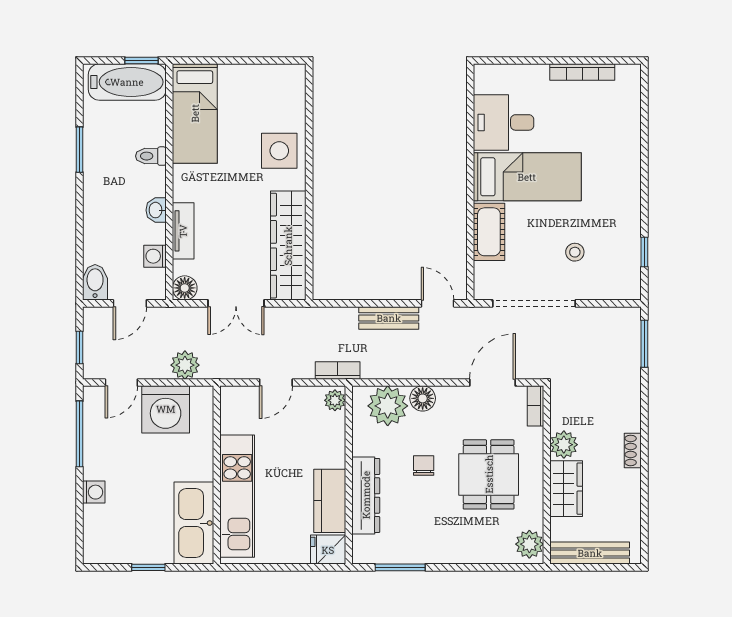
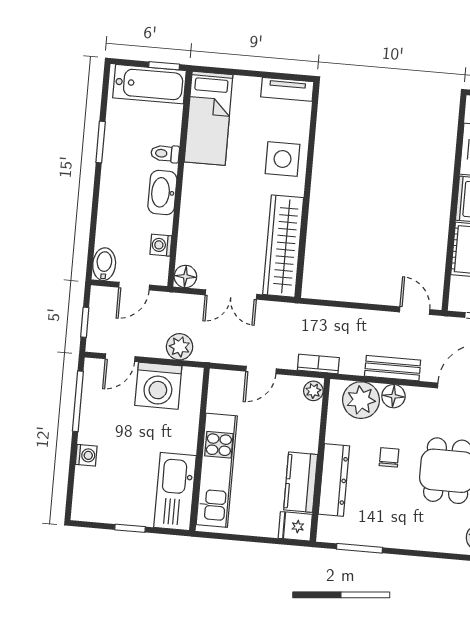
washbasin: (156, 210) -> (162, 193), width x1.91, depth x1.45
tv unit: (183, 231) -> (287, 89), moved, turned 90
bench: (389, 318) -> (393, 368), moved

